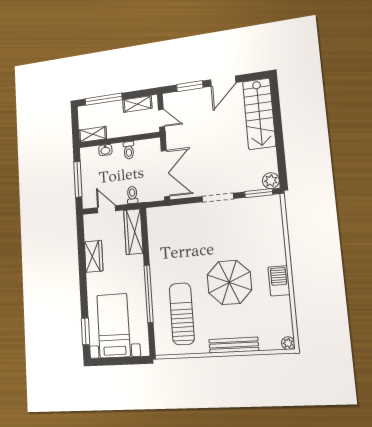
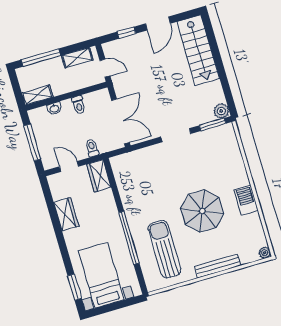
window: (190, 86) -> (126, 33), width x0.67
wardrobe: (133, 232) -> (99, 176), width x0.67

